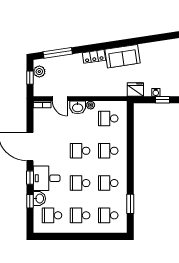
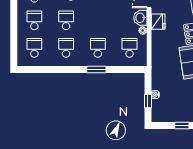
fridge: (135, 89) -> (158, 22), moved
school desk: (80, 151) -> (98, 20), removed
window: (130, 204) -> (96, 69), moved

